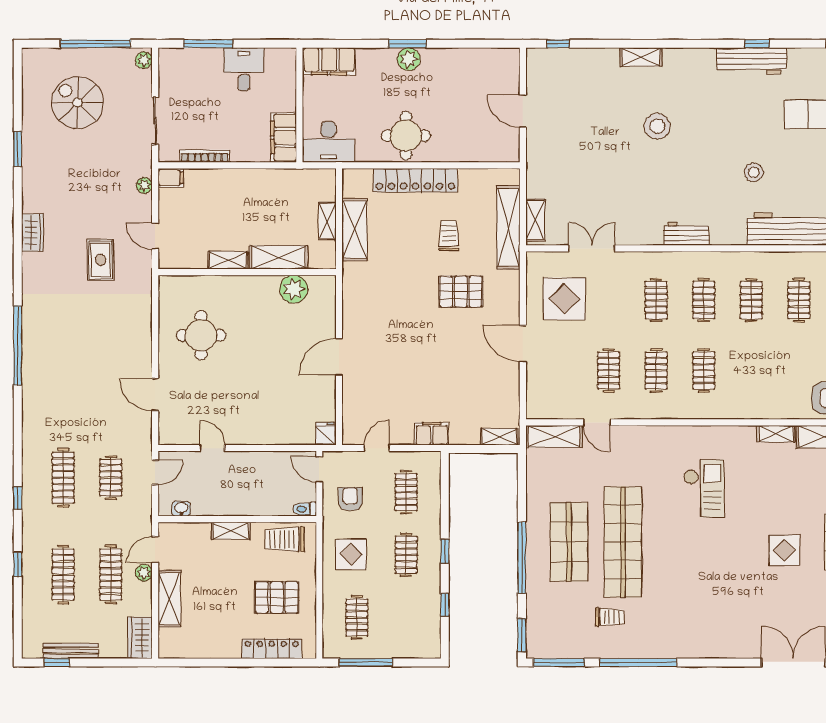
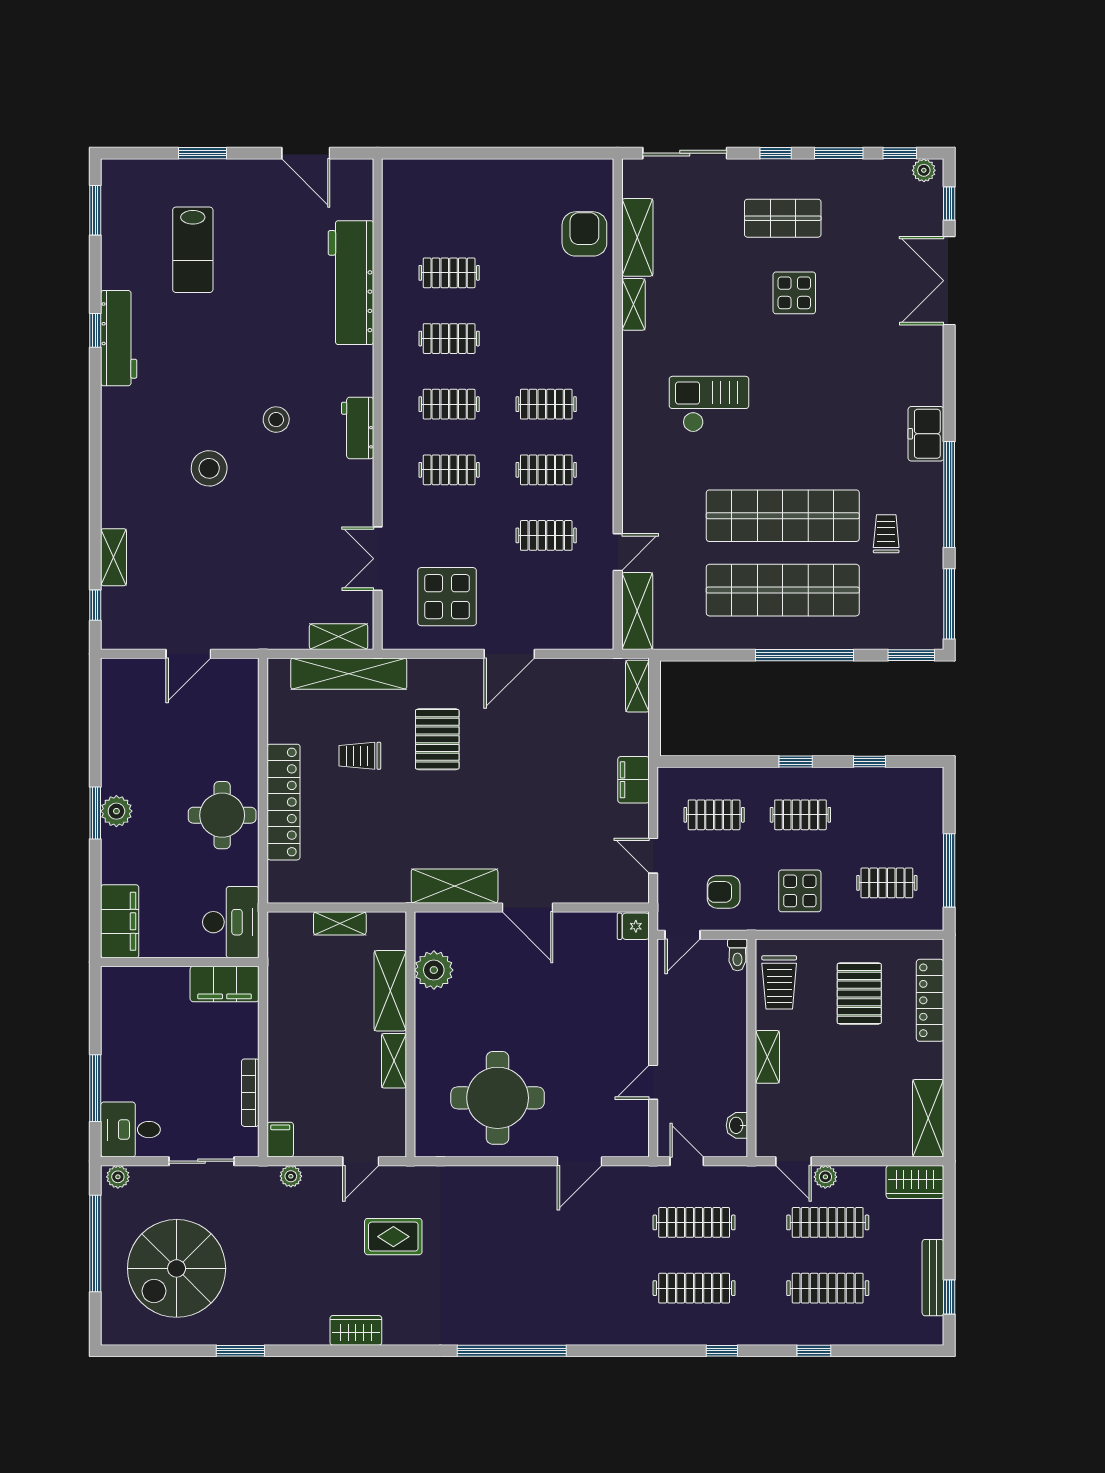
shelving: (641, 57) -> (114, 557), moved
desk: (244, 69) -> (130, 1130), moved
spiral stairs: (77, 103) -> (177, 1268), width x1.37, depth x1.37
stool: (754, 172) -> (276, 420), moved
shelving: (355, 230) -> (455, 886), moved
round table: (201, 335) -> (498, 1098), width x1.36, depth x1.36
clothes rail: (111, 478) -> (694, 1222), width x1.36
shop shelf: (569, 542) -> (783, 590), width x1.40
shelving: (169, 599) -> (928, 1118), moved, turned 90
freezer: (682, 646) -> (926, 434), added

